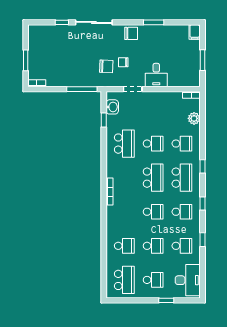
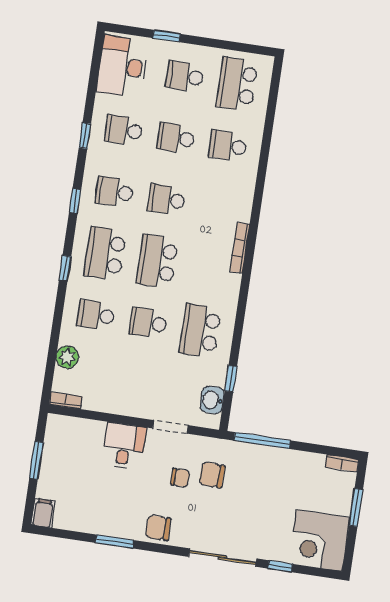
corner desk: (43, 40) -> (319, 540), added

